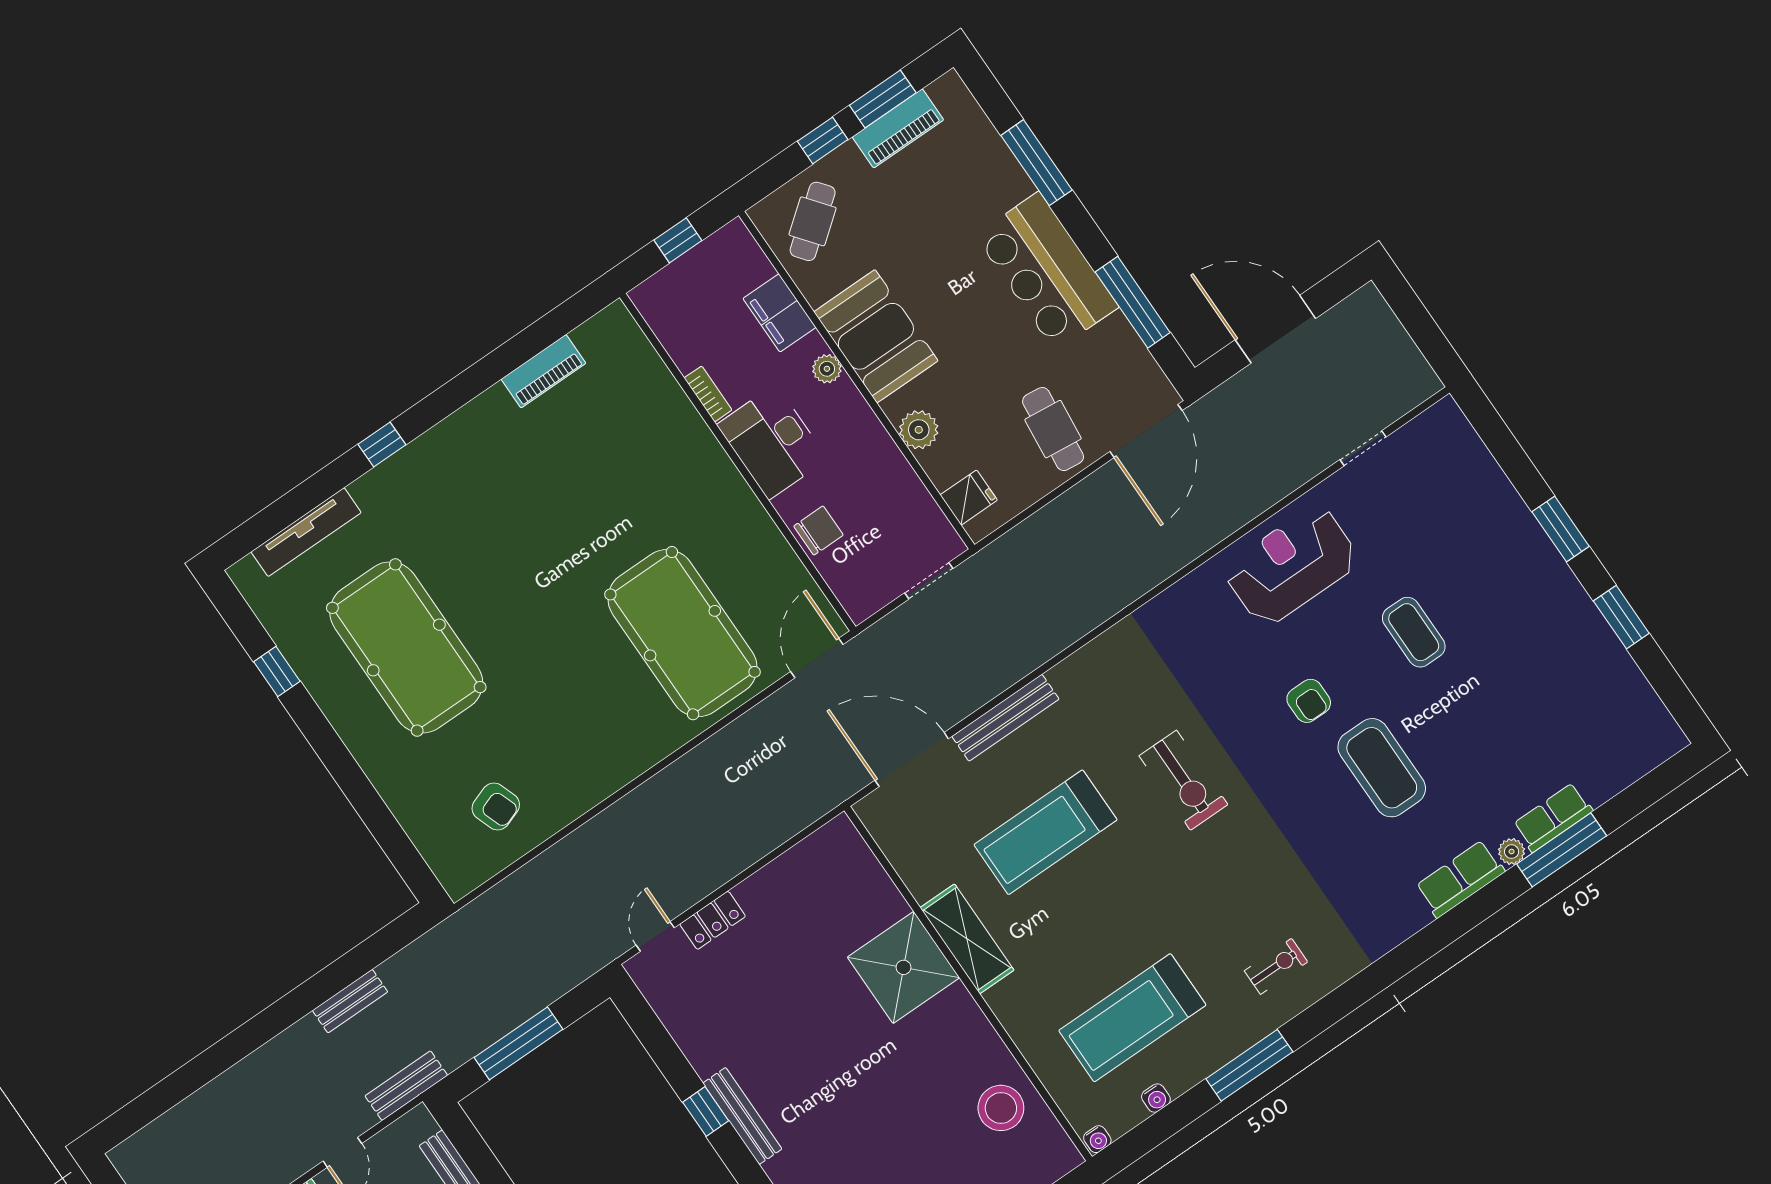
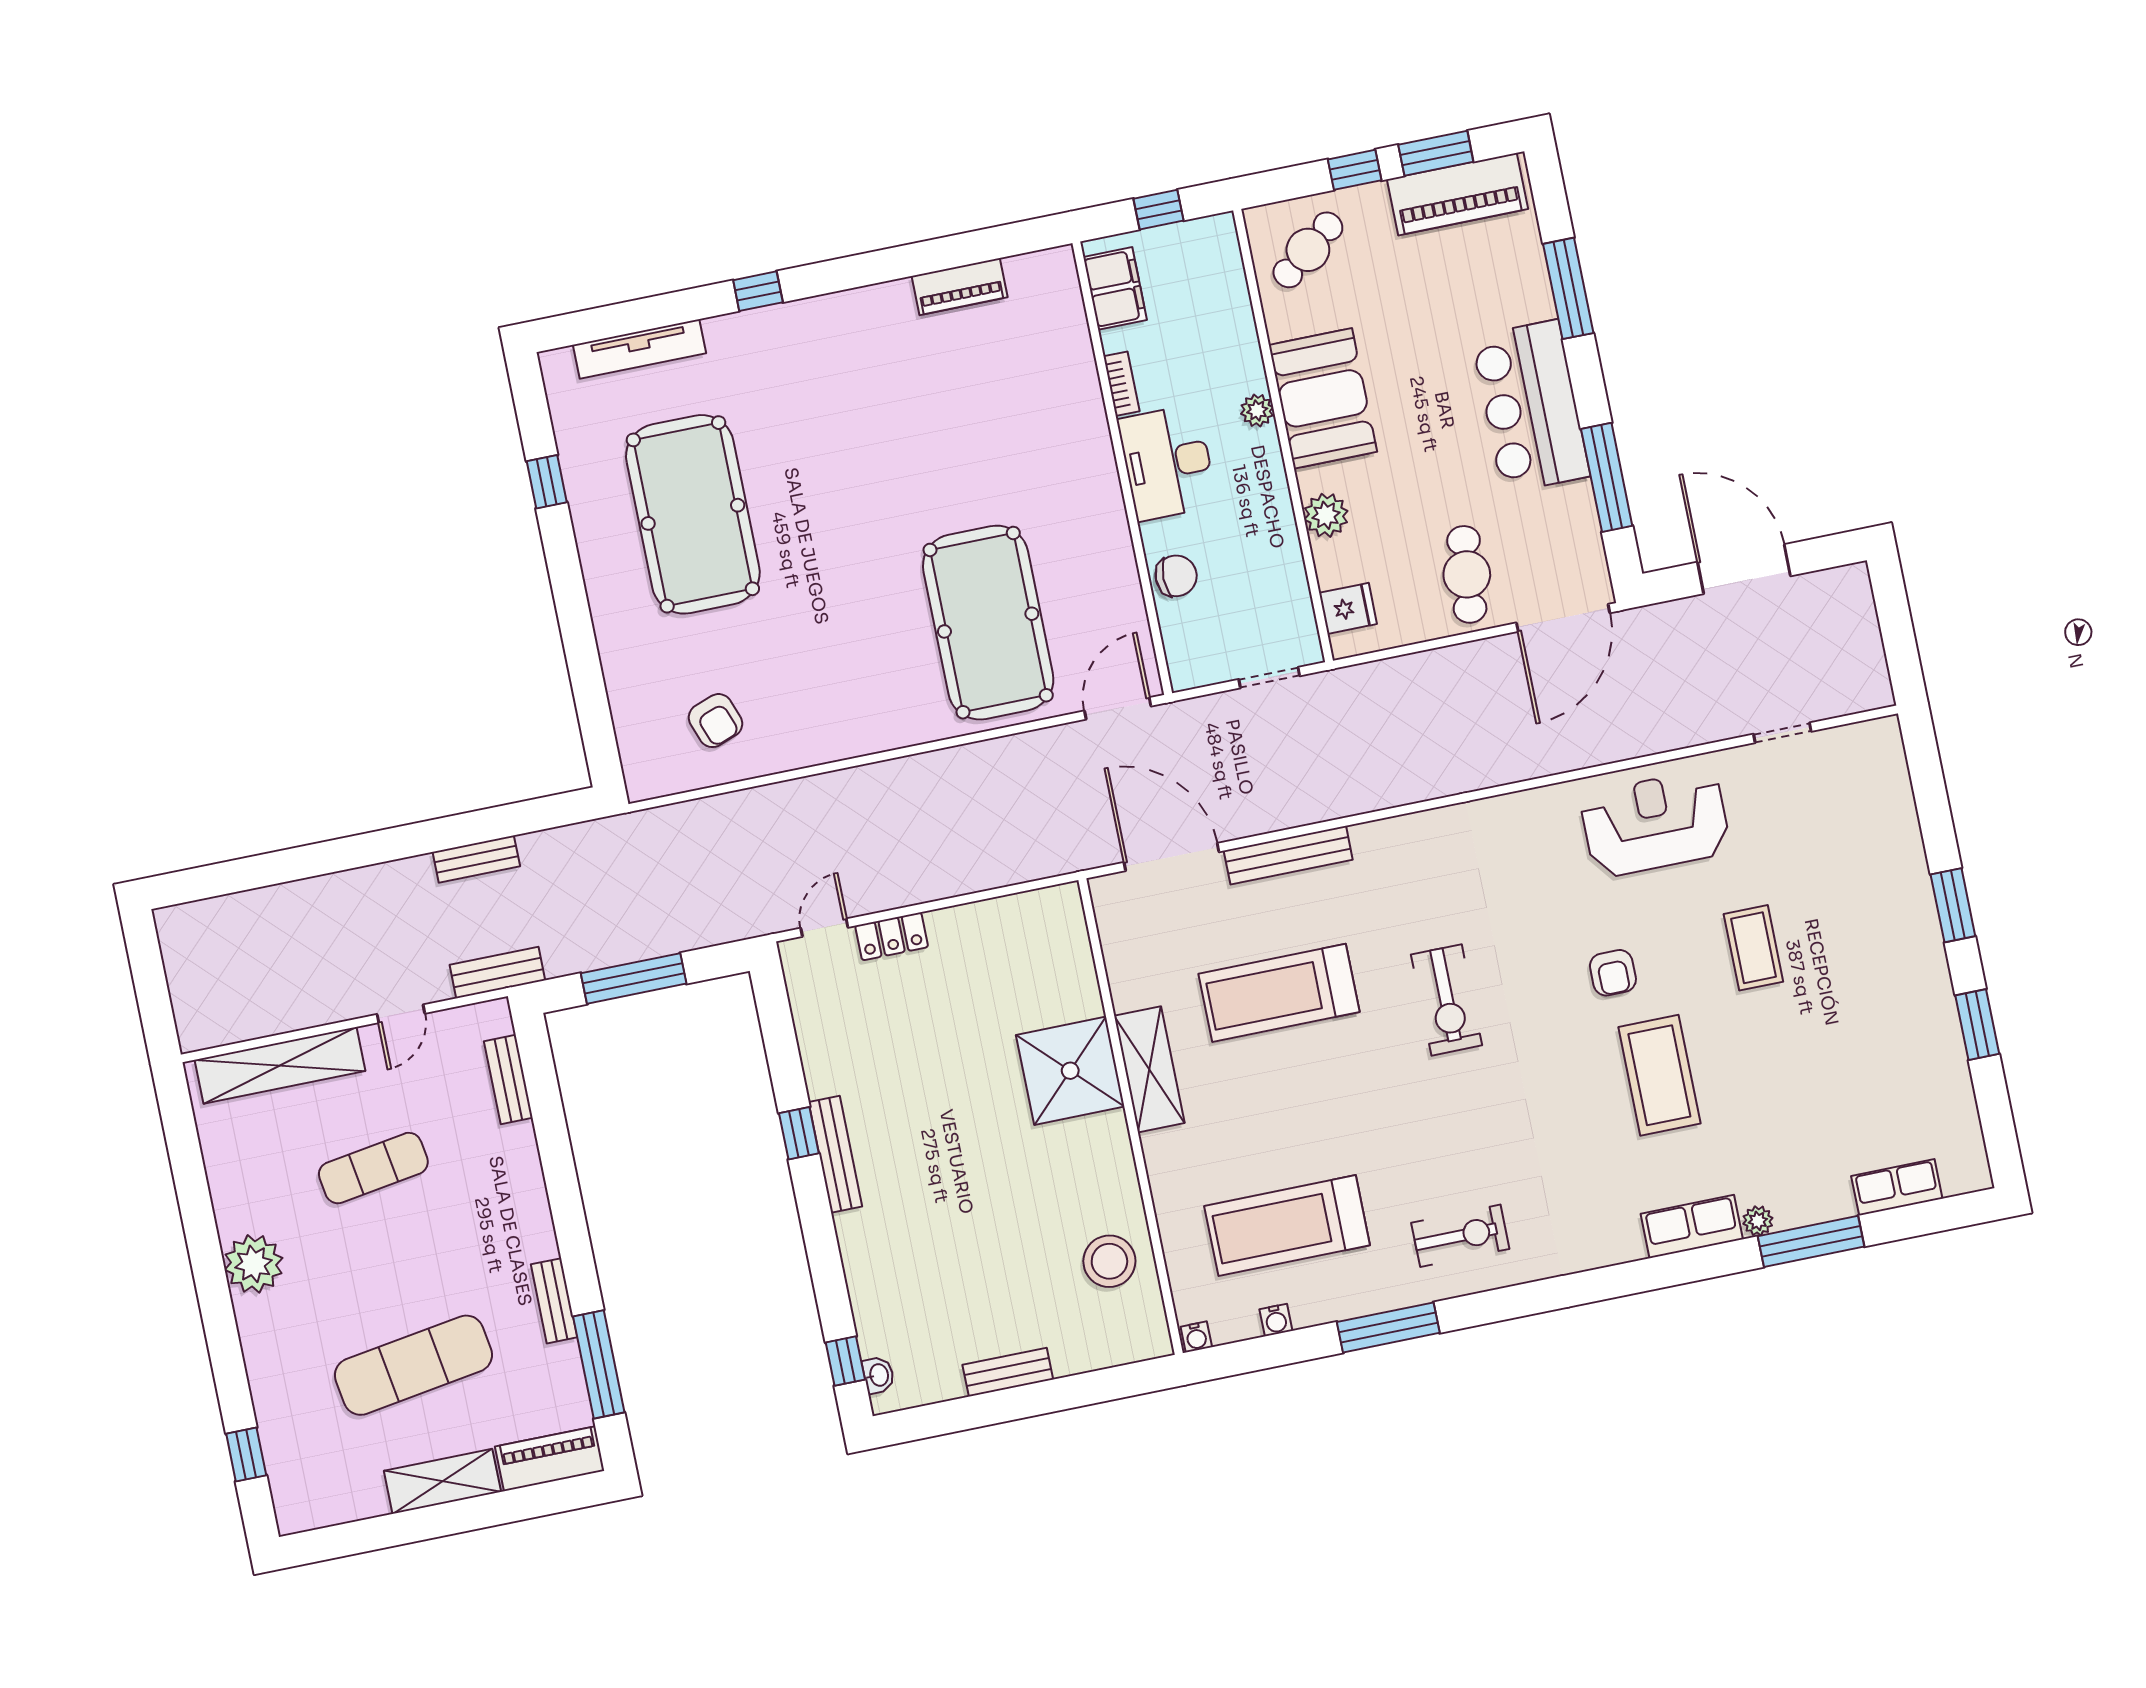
piano: (898, 128) -> (1457, 194), width x1.37, depth x1.33
filing cabinet: (779, 313) -> (1115, 288), moved, turned 180
row of seats: (1553, 817) -> (1897, 1187), moved
exercise bike: (1276, 966) -> (1460, 1236), width x1.38, depth x1.39

